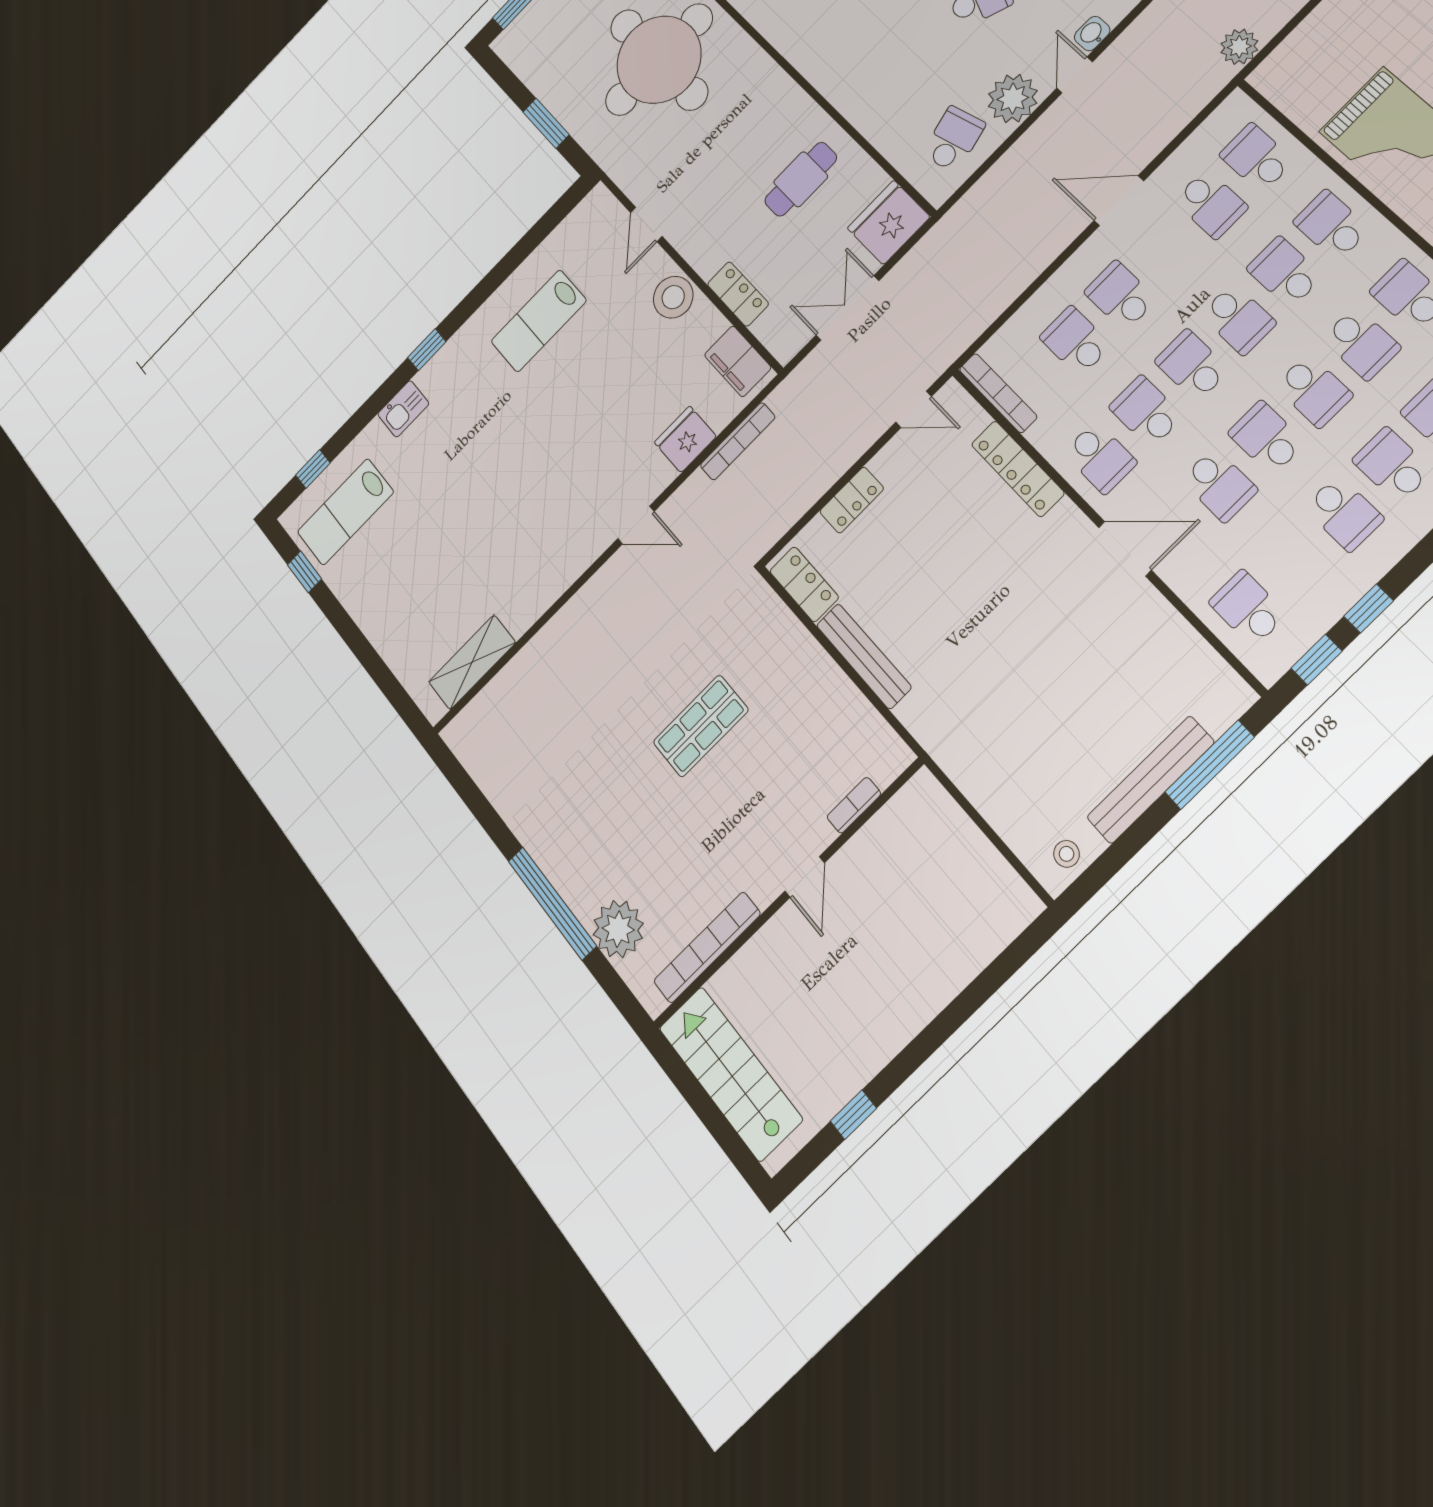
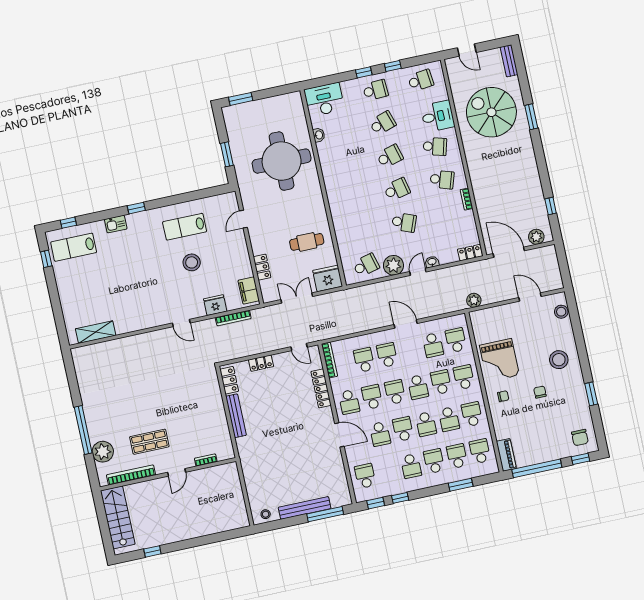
stool: (673, 297) -> (192, 262), moved
shop shelf: (701, 726) -> (149, 442), moved

